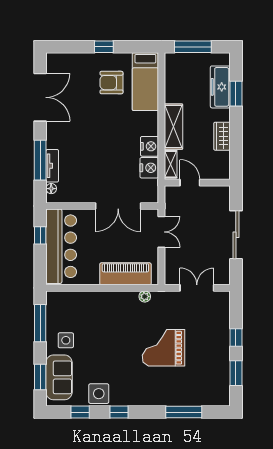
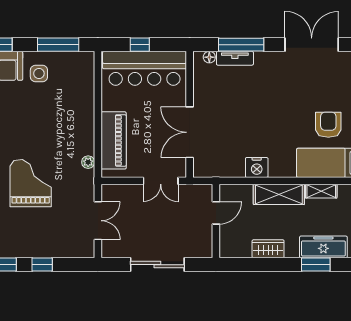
double door: (40, 97) -> (312, 45), swing flipped
shelving: (171, 164) -> (321, 191), moved
nightstand: (149, 168) -> (233, 167), removed
window: (40, 235) -> (140, 45), moved

